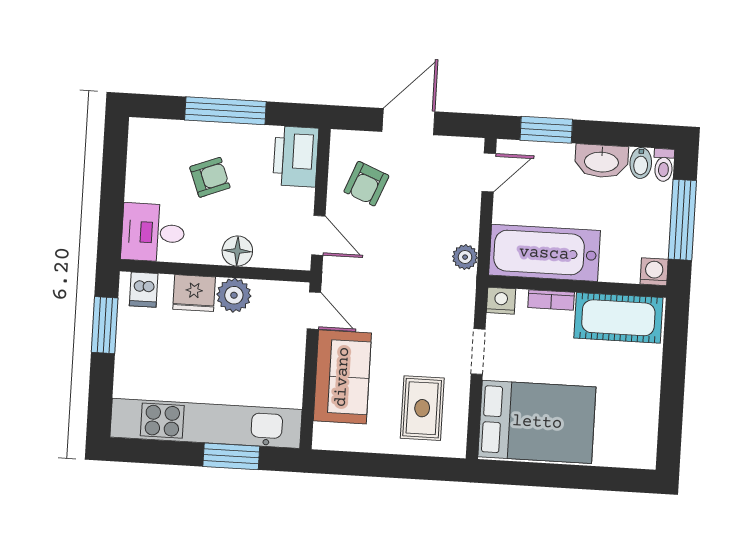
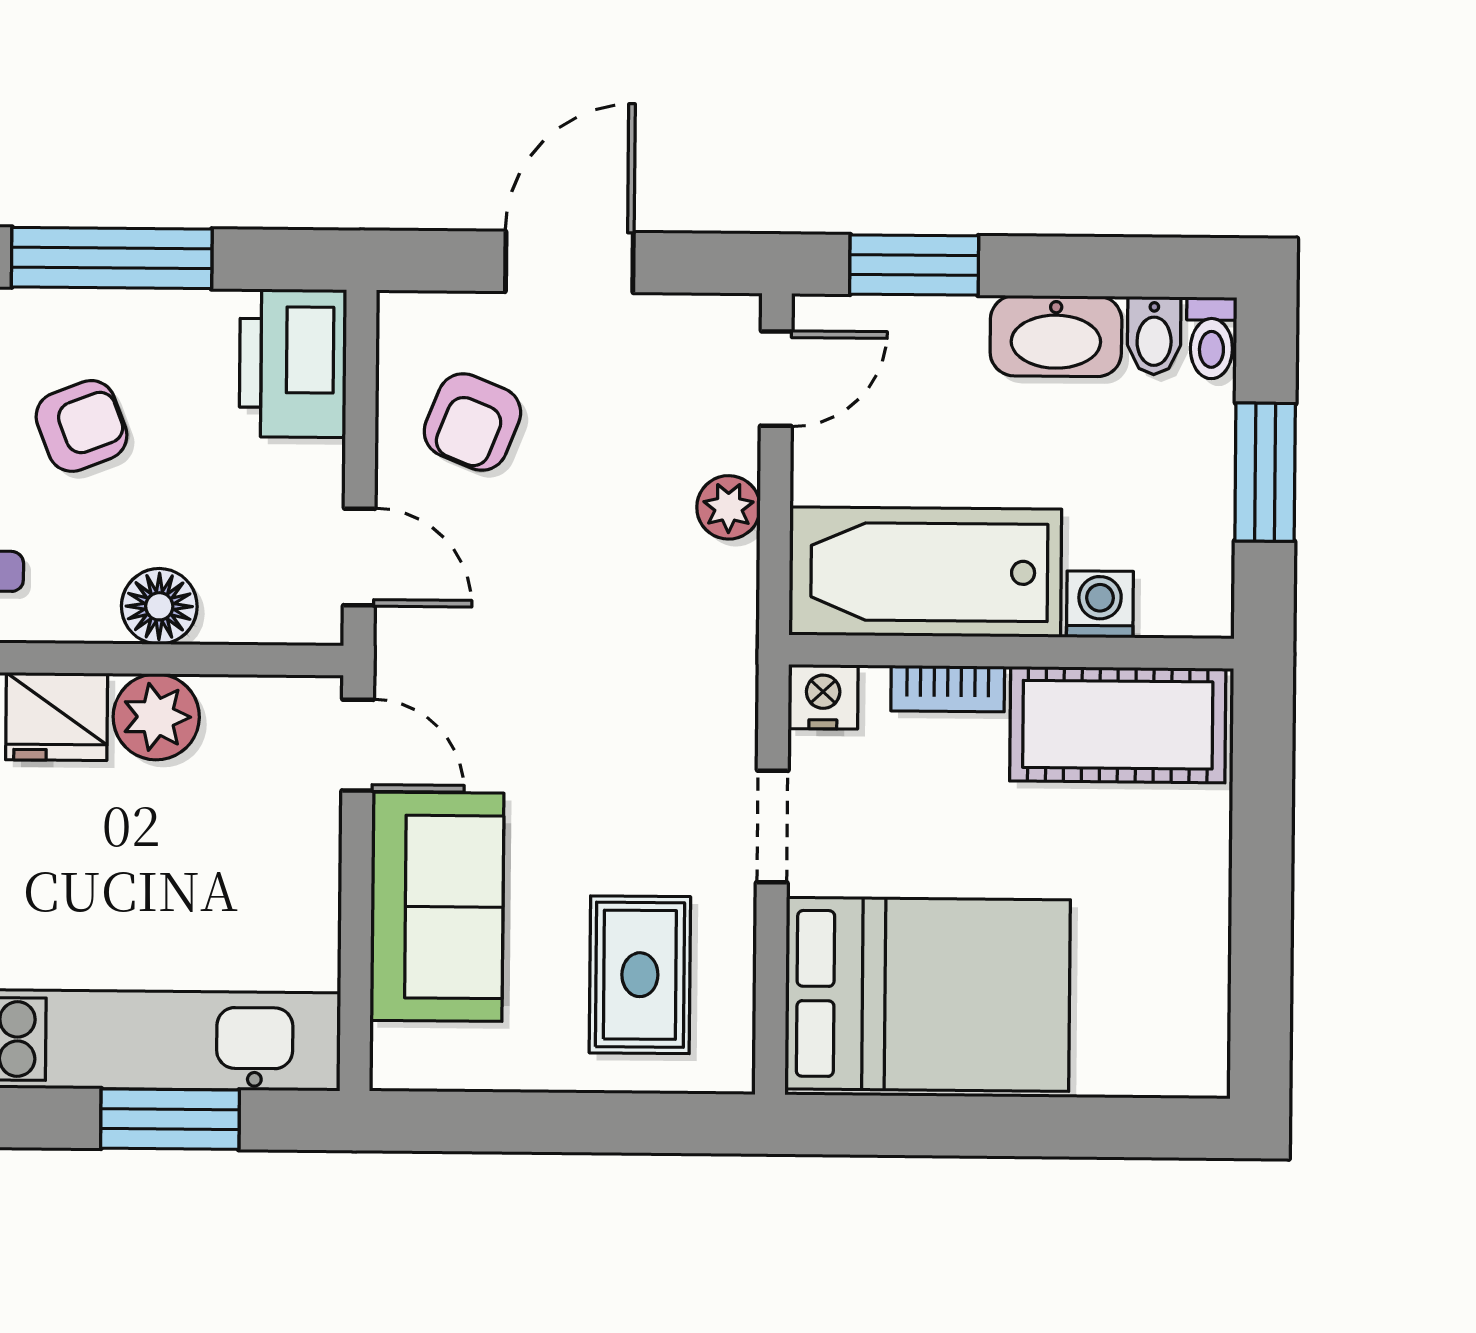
window: (682, 220) -> (1265, 472), width x0.69
plant: (465, 257) -> (729, 507), moved
washing machine: (654, 272) -> (1100, 604), moved

